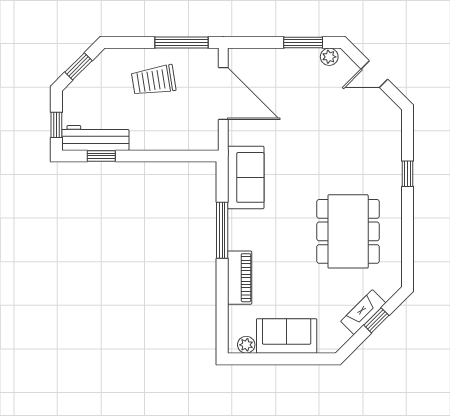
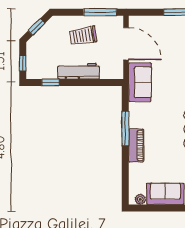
workbench: (95, 138) -> (79, 71), moved
sofa: (246, 177) -> (140, 82), moved
piano: (240, 278) -> (136, 145), moved

